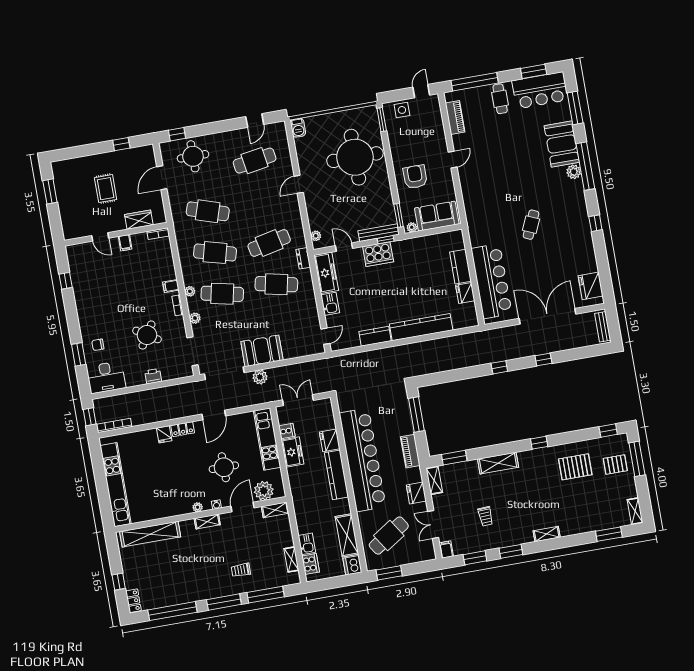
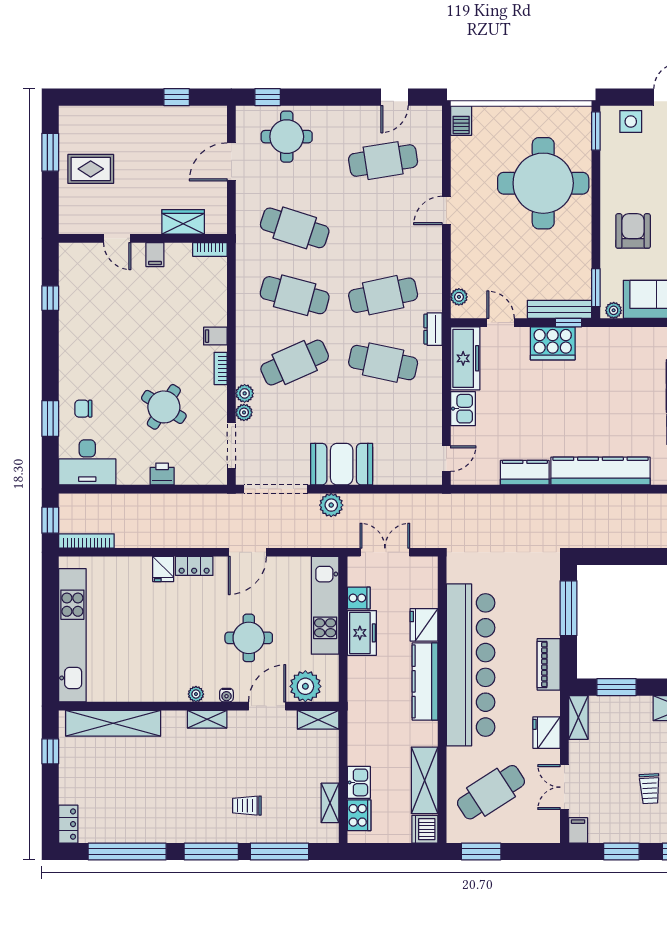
rug: (106, 189) -> (91, 169), moved, turned 90
plant: (190, 291) -> (244, 412), moved
cafe table: (222, 294) -> (295, 363), turned -36
window: (119, 582) -> (50, 751), moved

